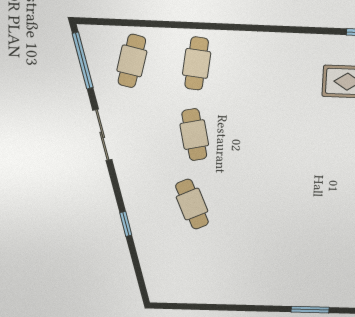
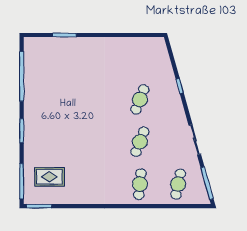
cafe table: (194, 135) -> (140, 142), turned 33
cafe table: (192, 204) -> (140, 99), turned 45

